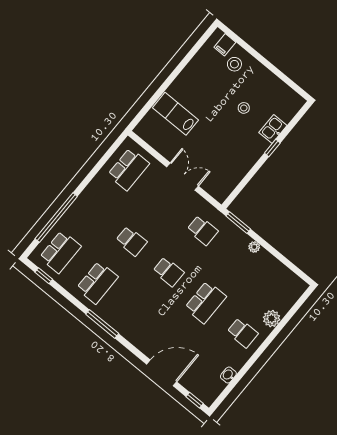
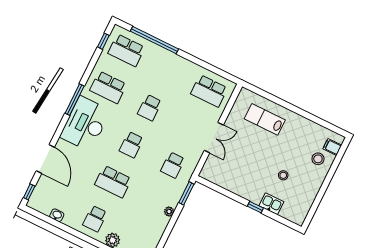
lab bench: (176, 114) -> (265, 119), turned -90
desk: (132, 318) -> (85, 124), added

